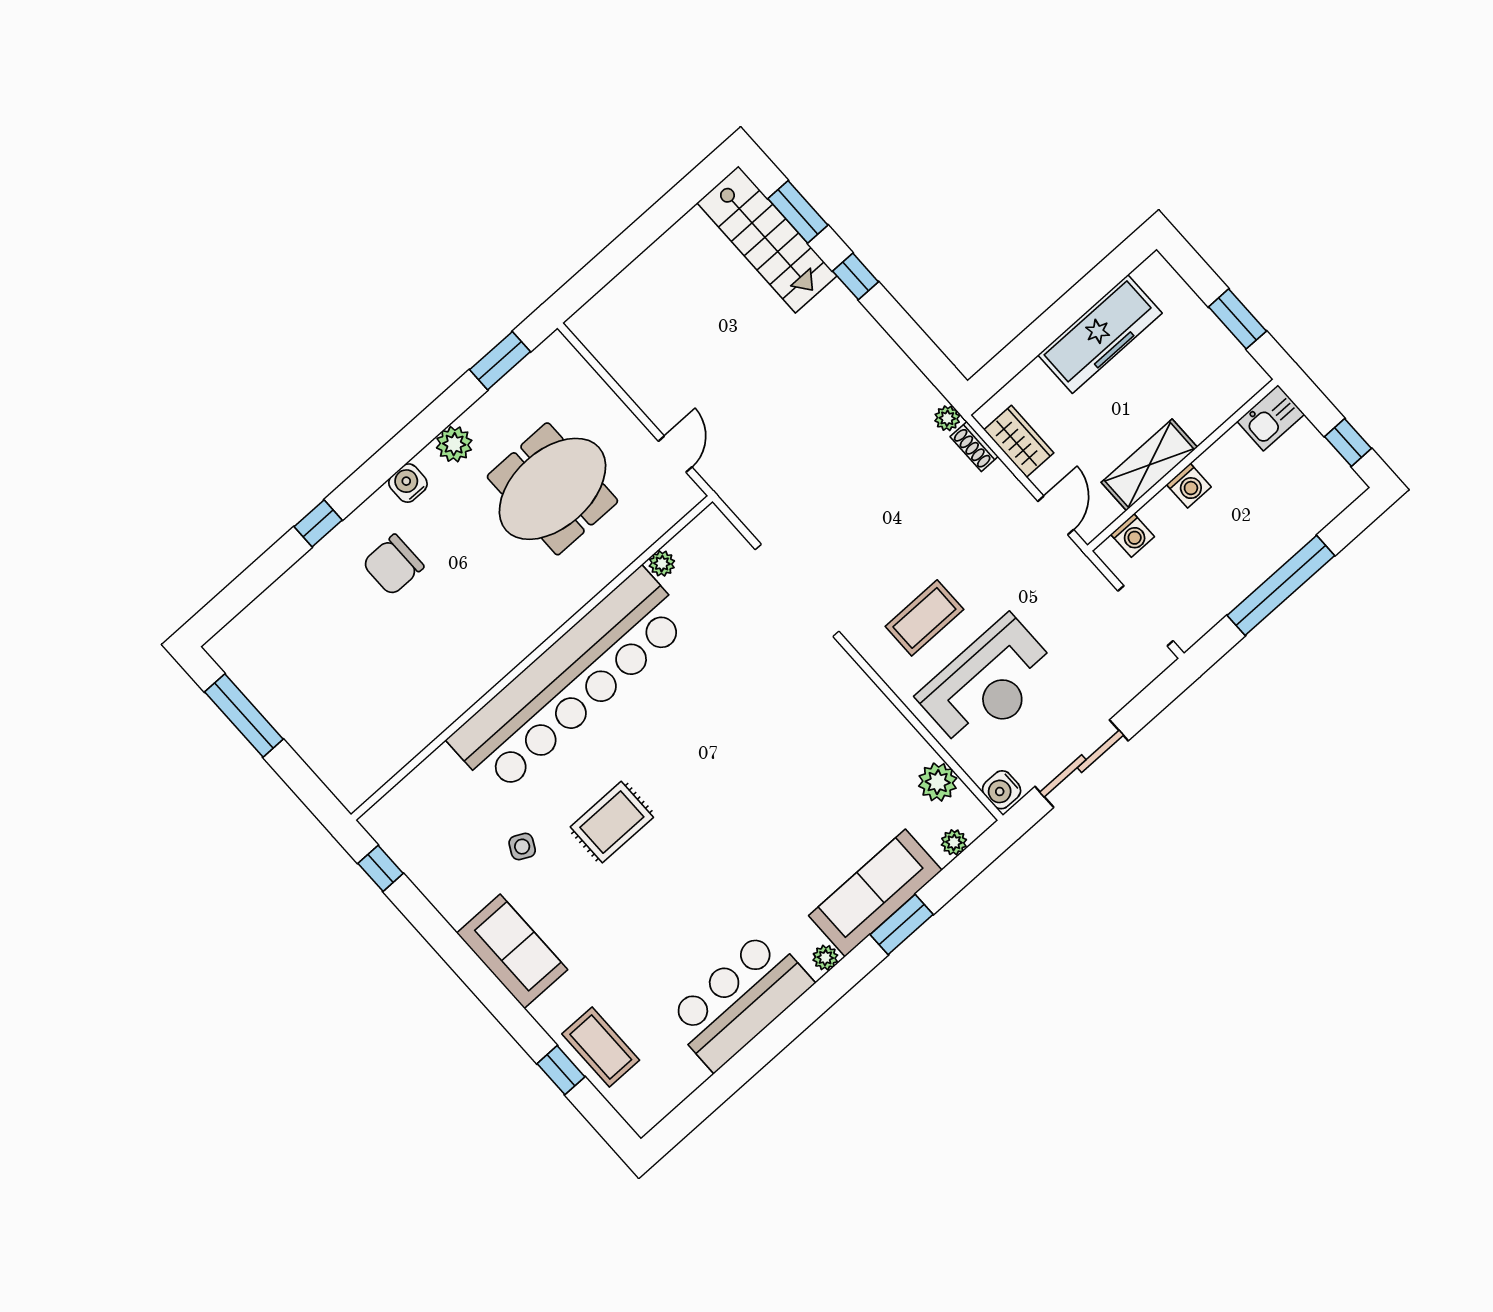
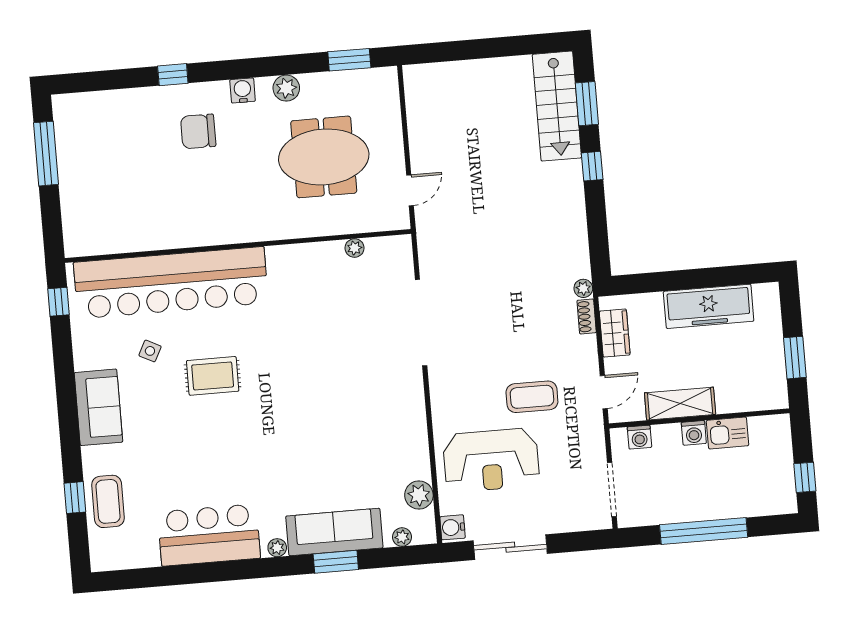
kitchen sink: (1271, 418) -> (728, 433), moved
coffee table: (924, 618) -> (532, 397), moved
bar counter: (570, 681) -> (171, 283), moved

